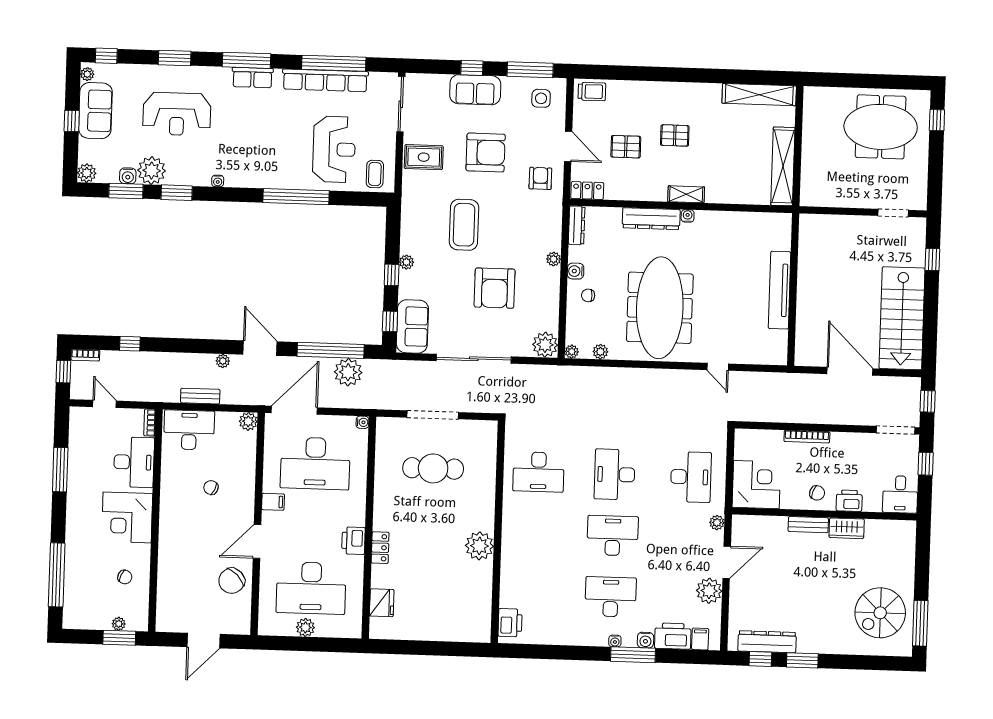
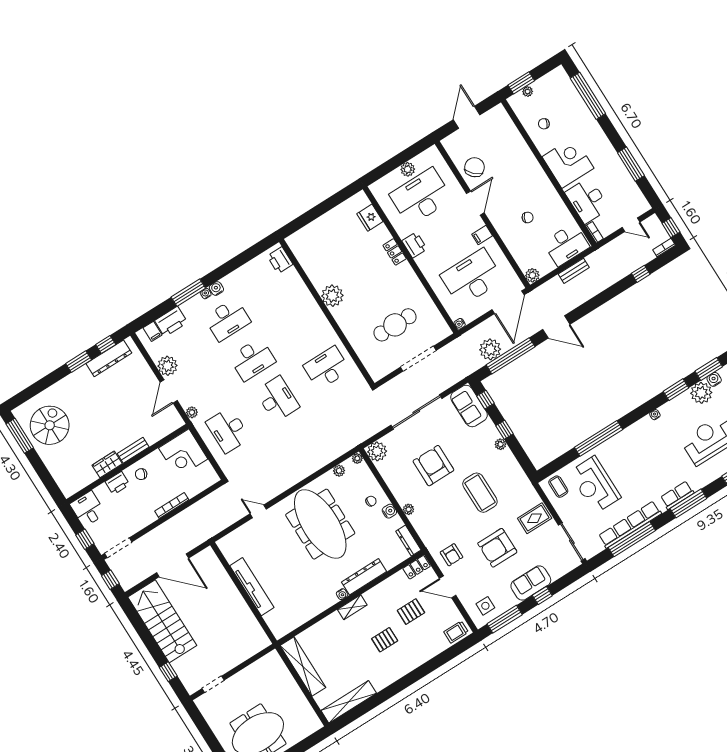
plant: (223, 361) -> (574, 303), removed
water cooler: (645, 640) -> (216, 289), moved

